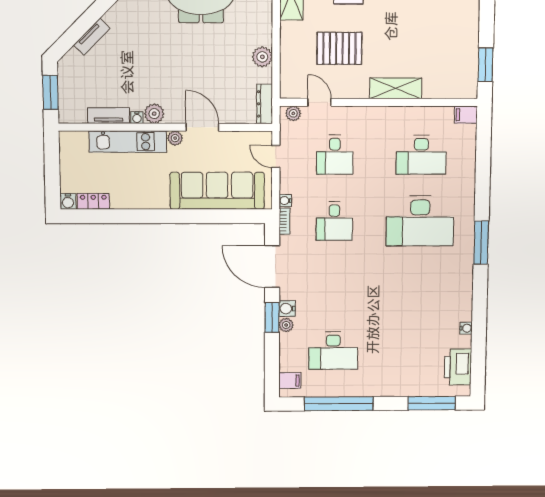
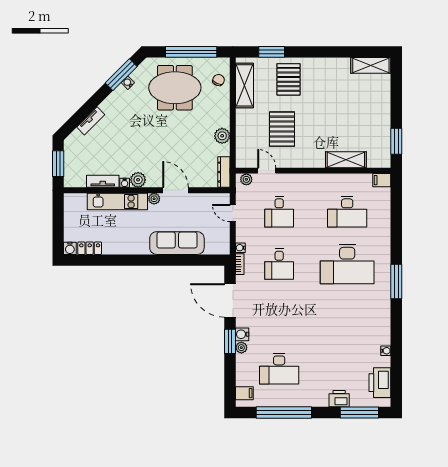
pallet: (339, 48) -> (282, 129), turned 90
shelving: (396, 88) -> (346, 160), moved
sofa: (217, 191) -> (177, 243), width x0.74, depth x0.79
printer: (407, 387) -> (339, 399), added

